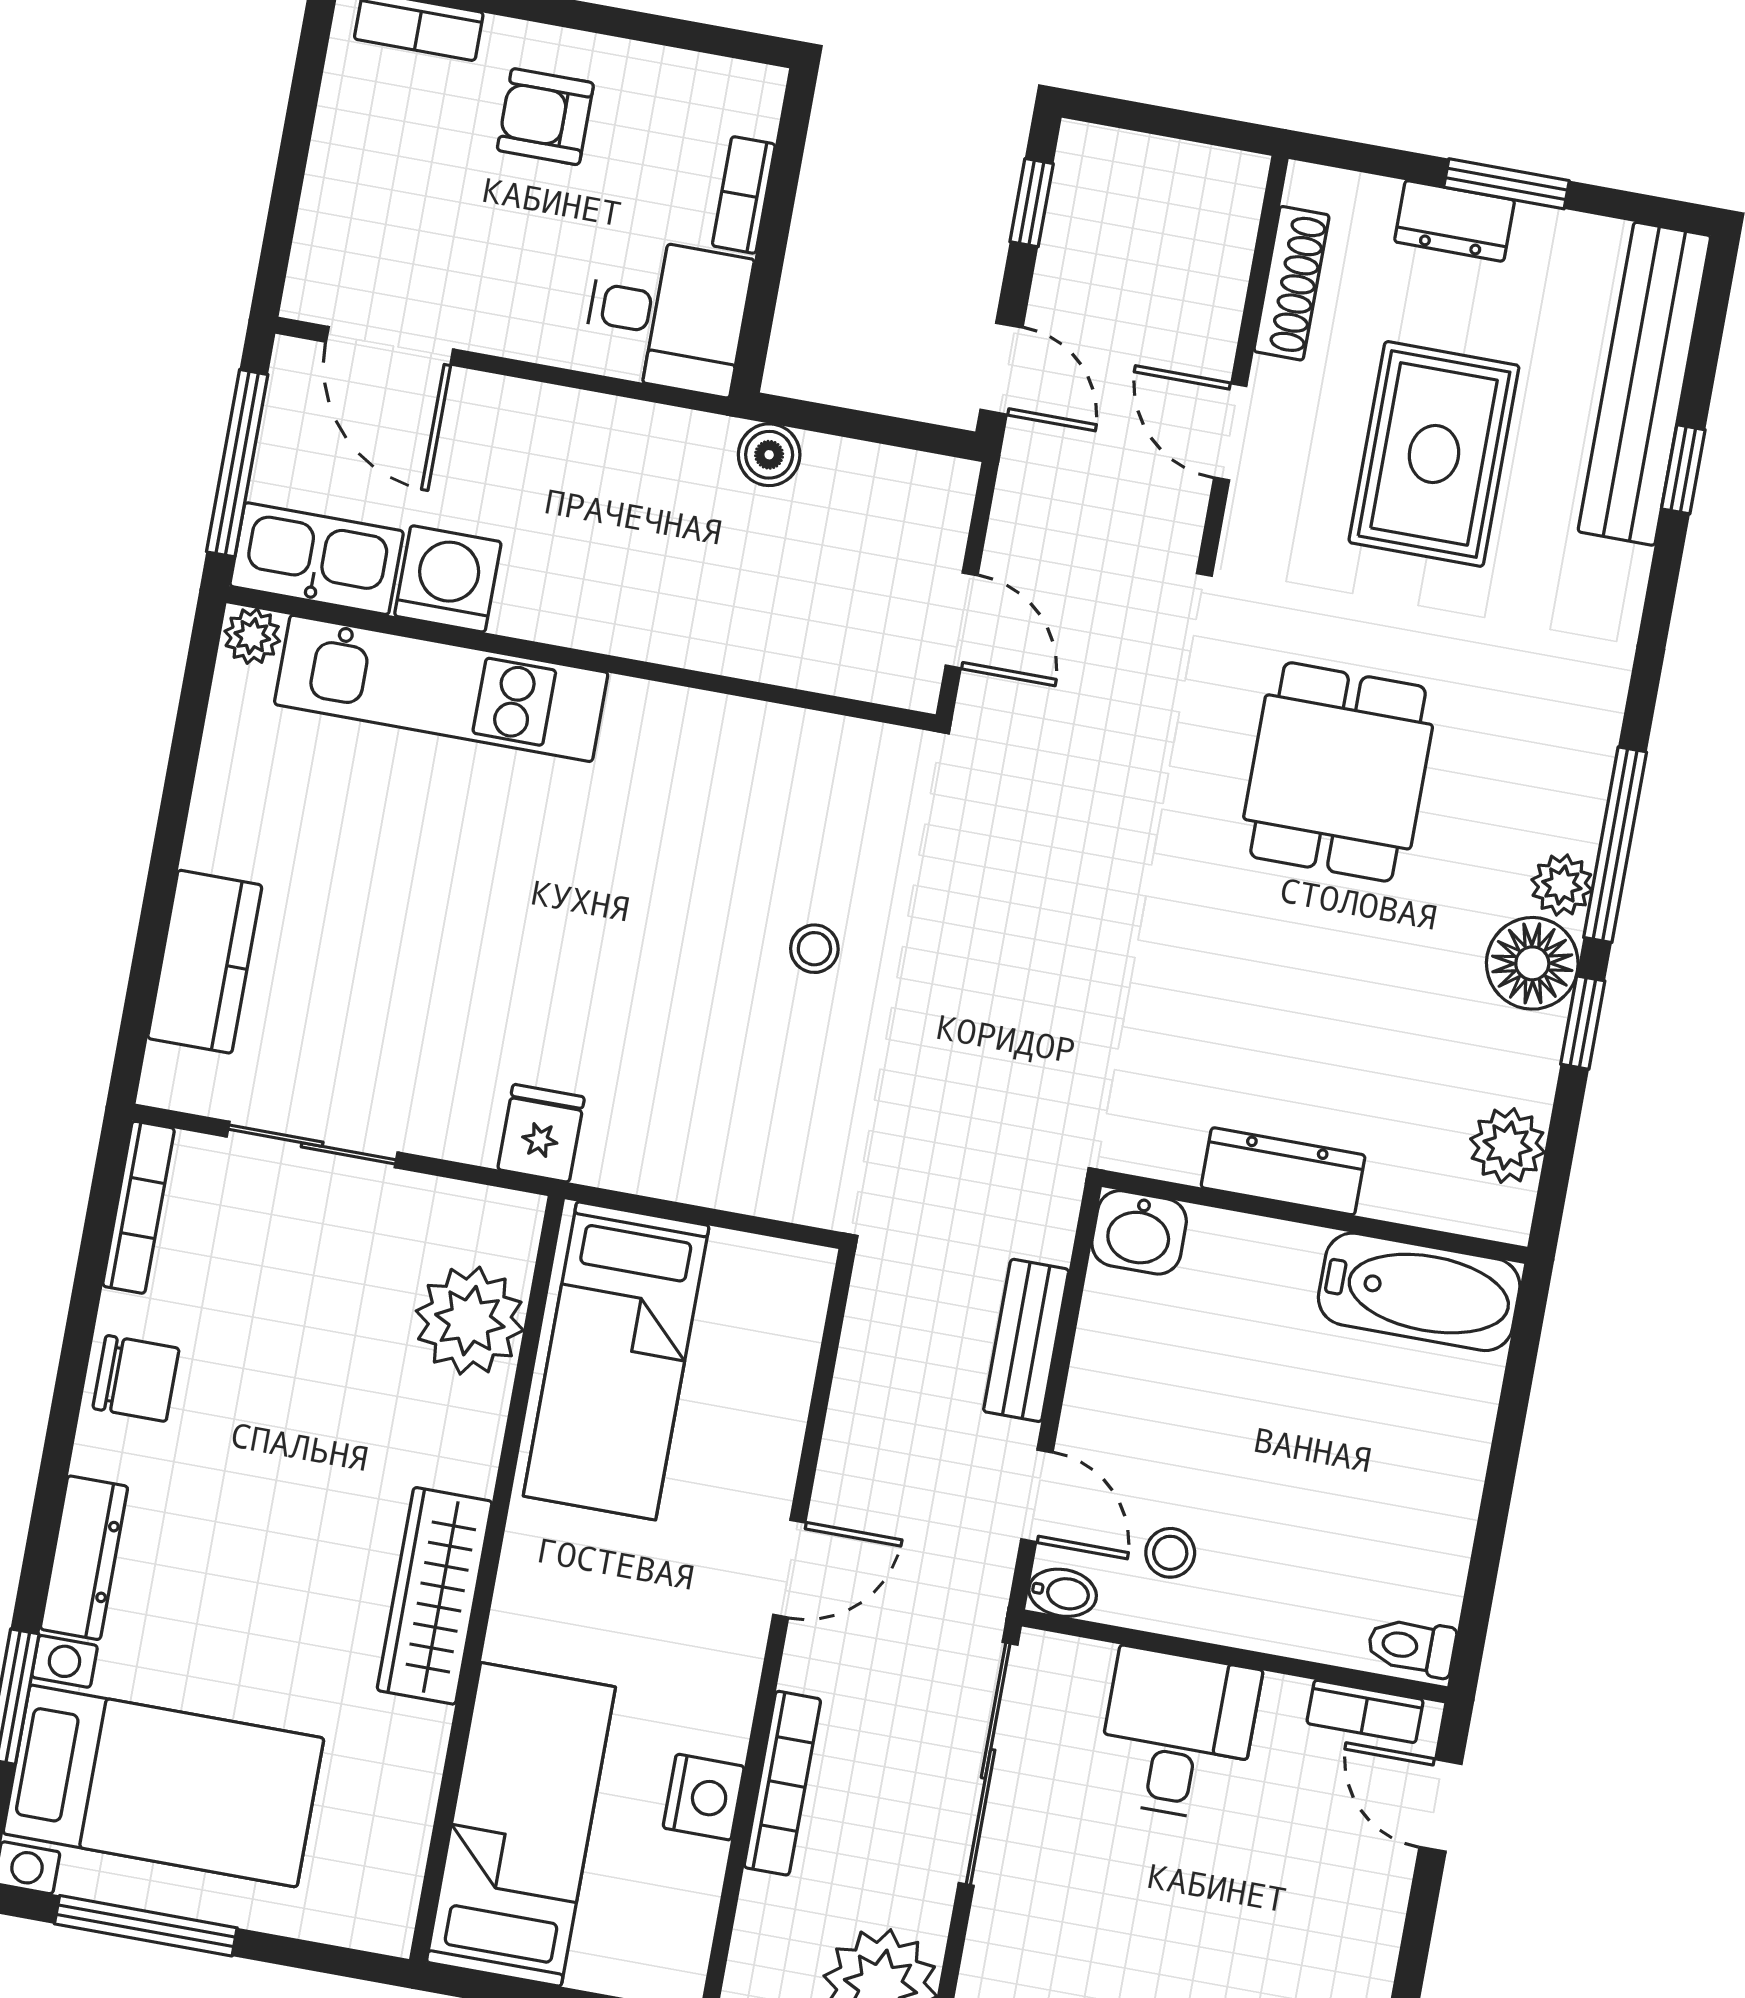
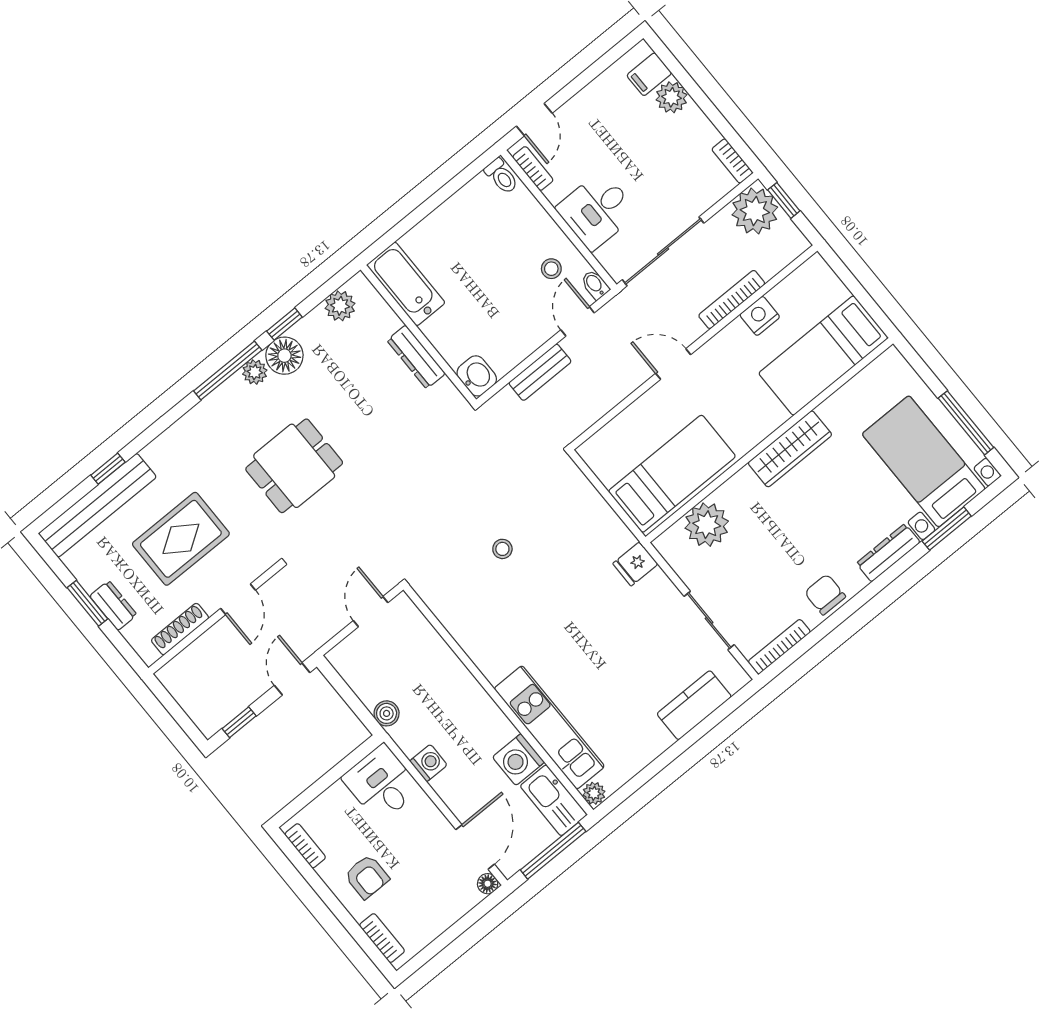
bookcase: (744, 195) -> (305, 846), moved, turned -90
floor lamp: (307, 297) -> (488, 884), added
washing machine: (611, 429) -> (428, 763), added

